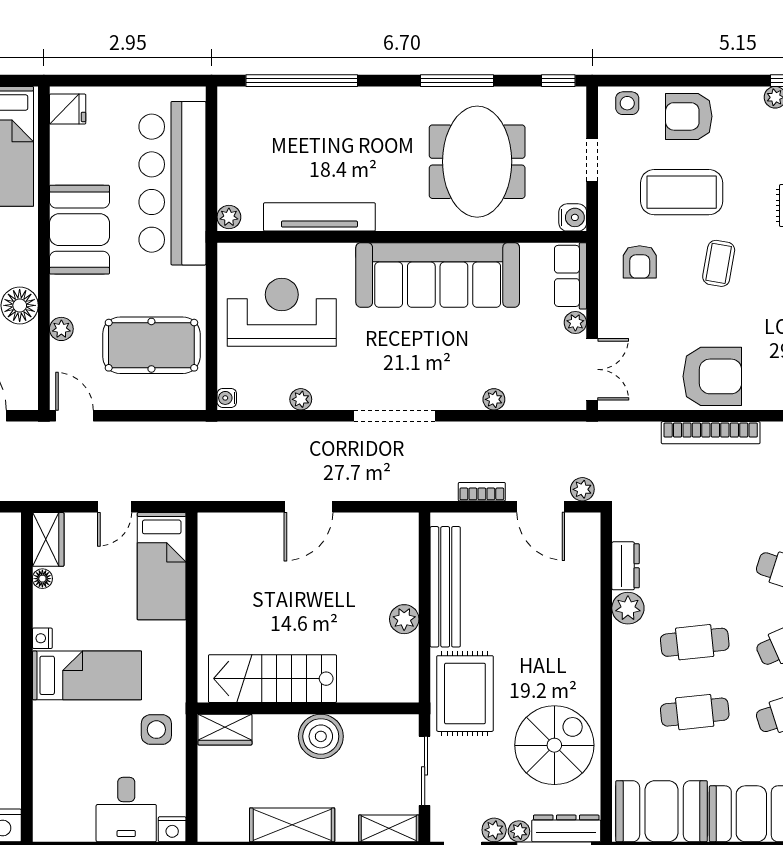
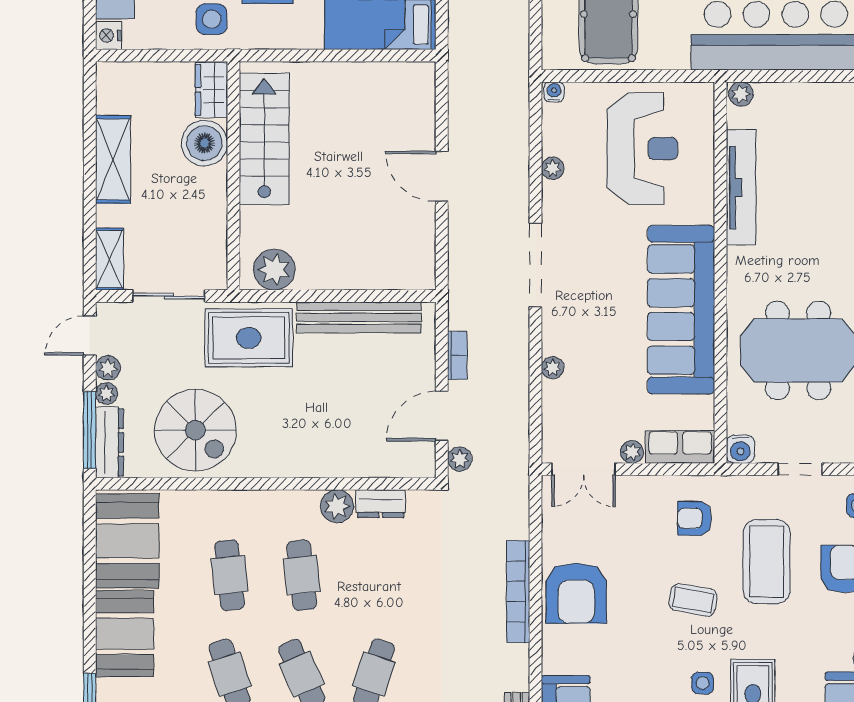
plant: (404, 619) -> (274, 270), moved, width x1.36, depth x1.36
boiler: (321, 736) -> (204, 143), moved

